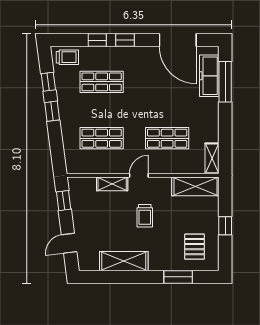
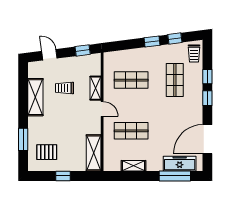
shop shelf: (102, 138) -> (131, 80), turned 90
shop shelf: (167, 138) -> (131, 131), turned 90
shelving: (212, 158) -> (133, 166), moved
trolley: (145, 216) -> (64, 88), moved

